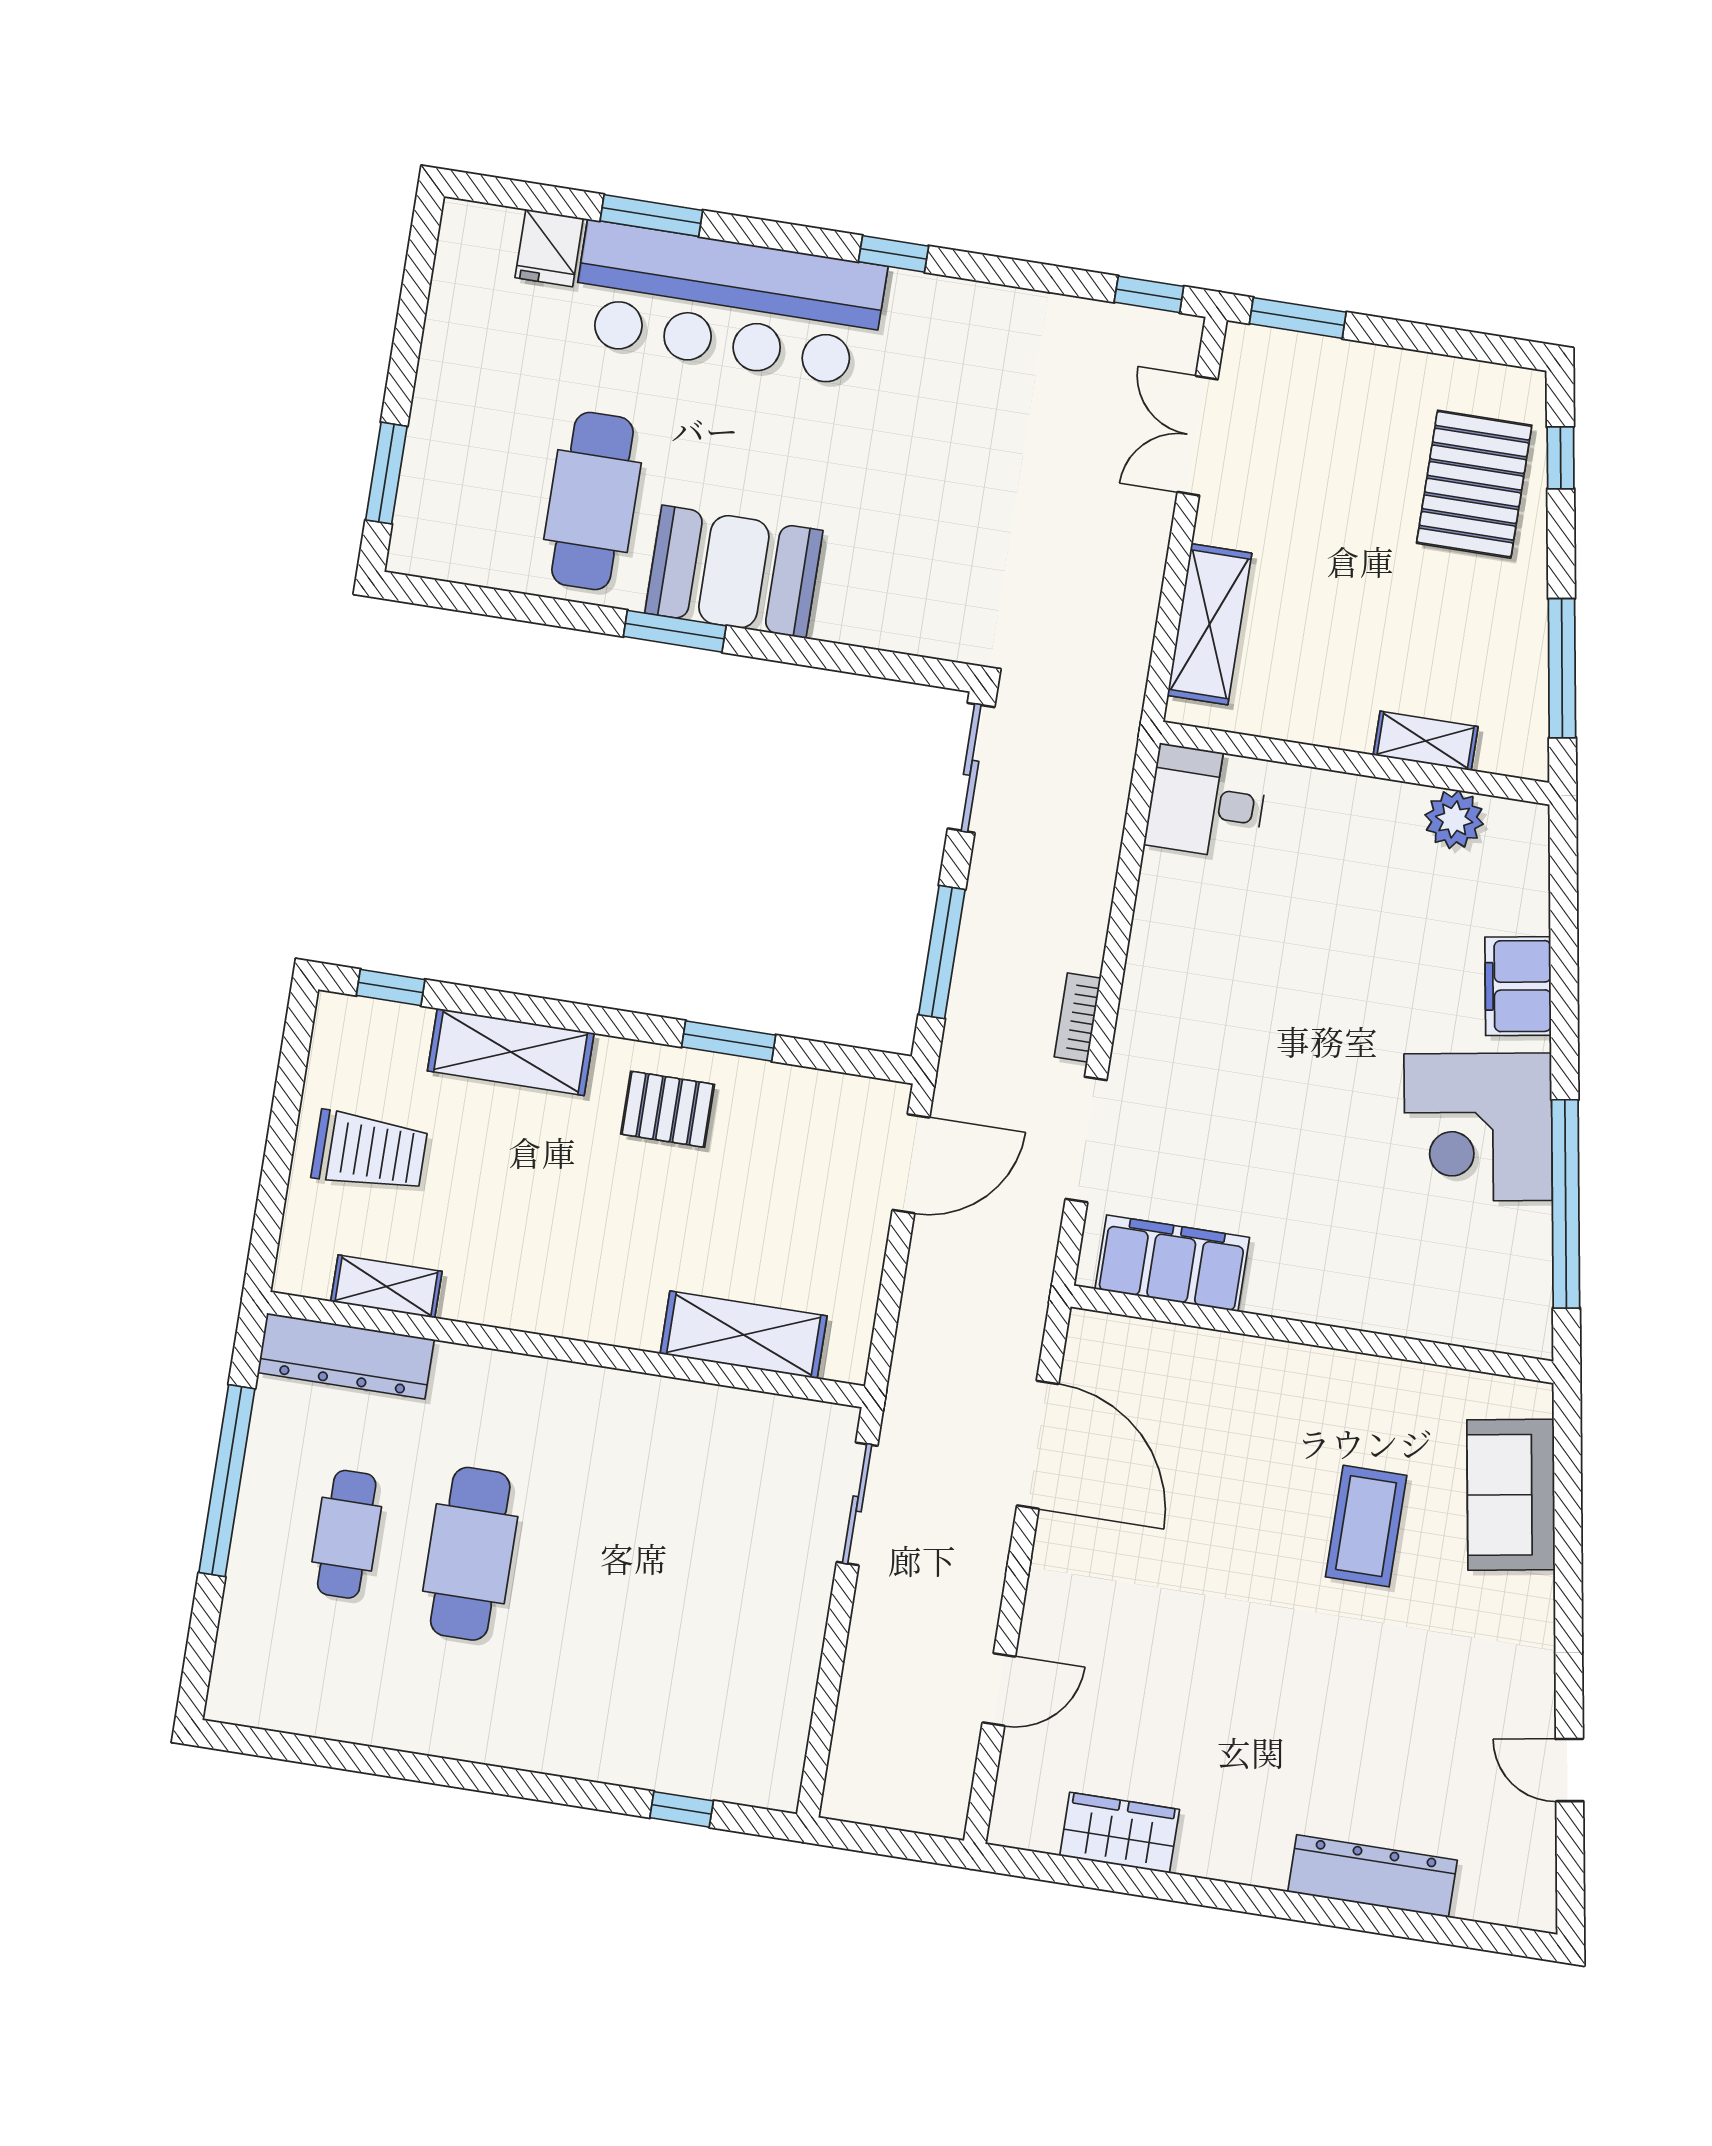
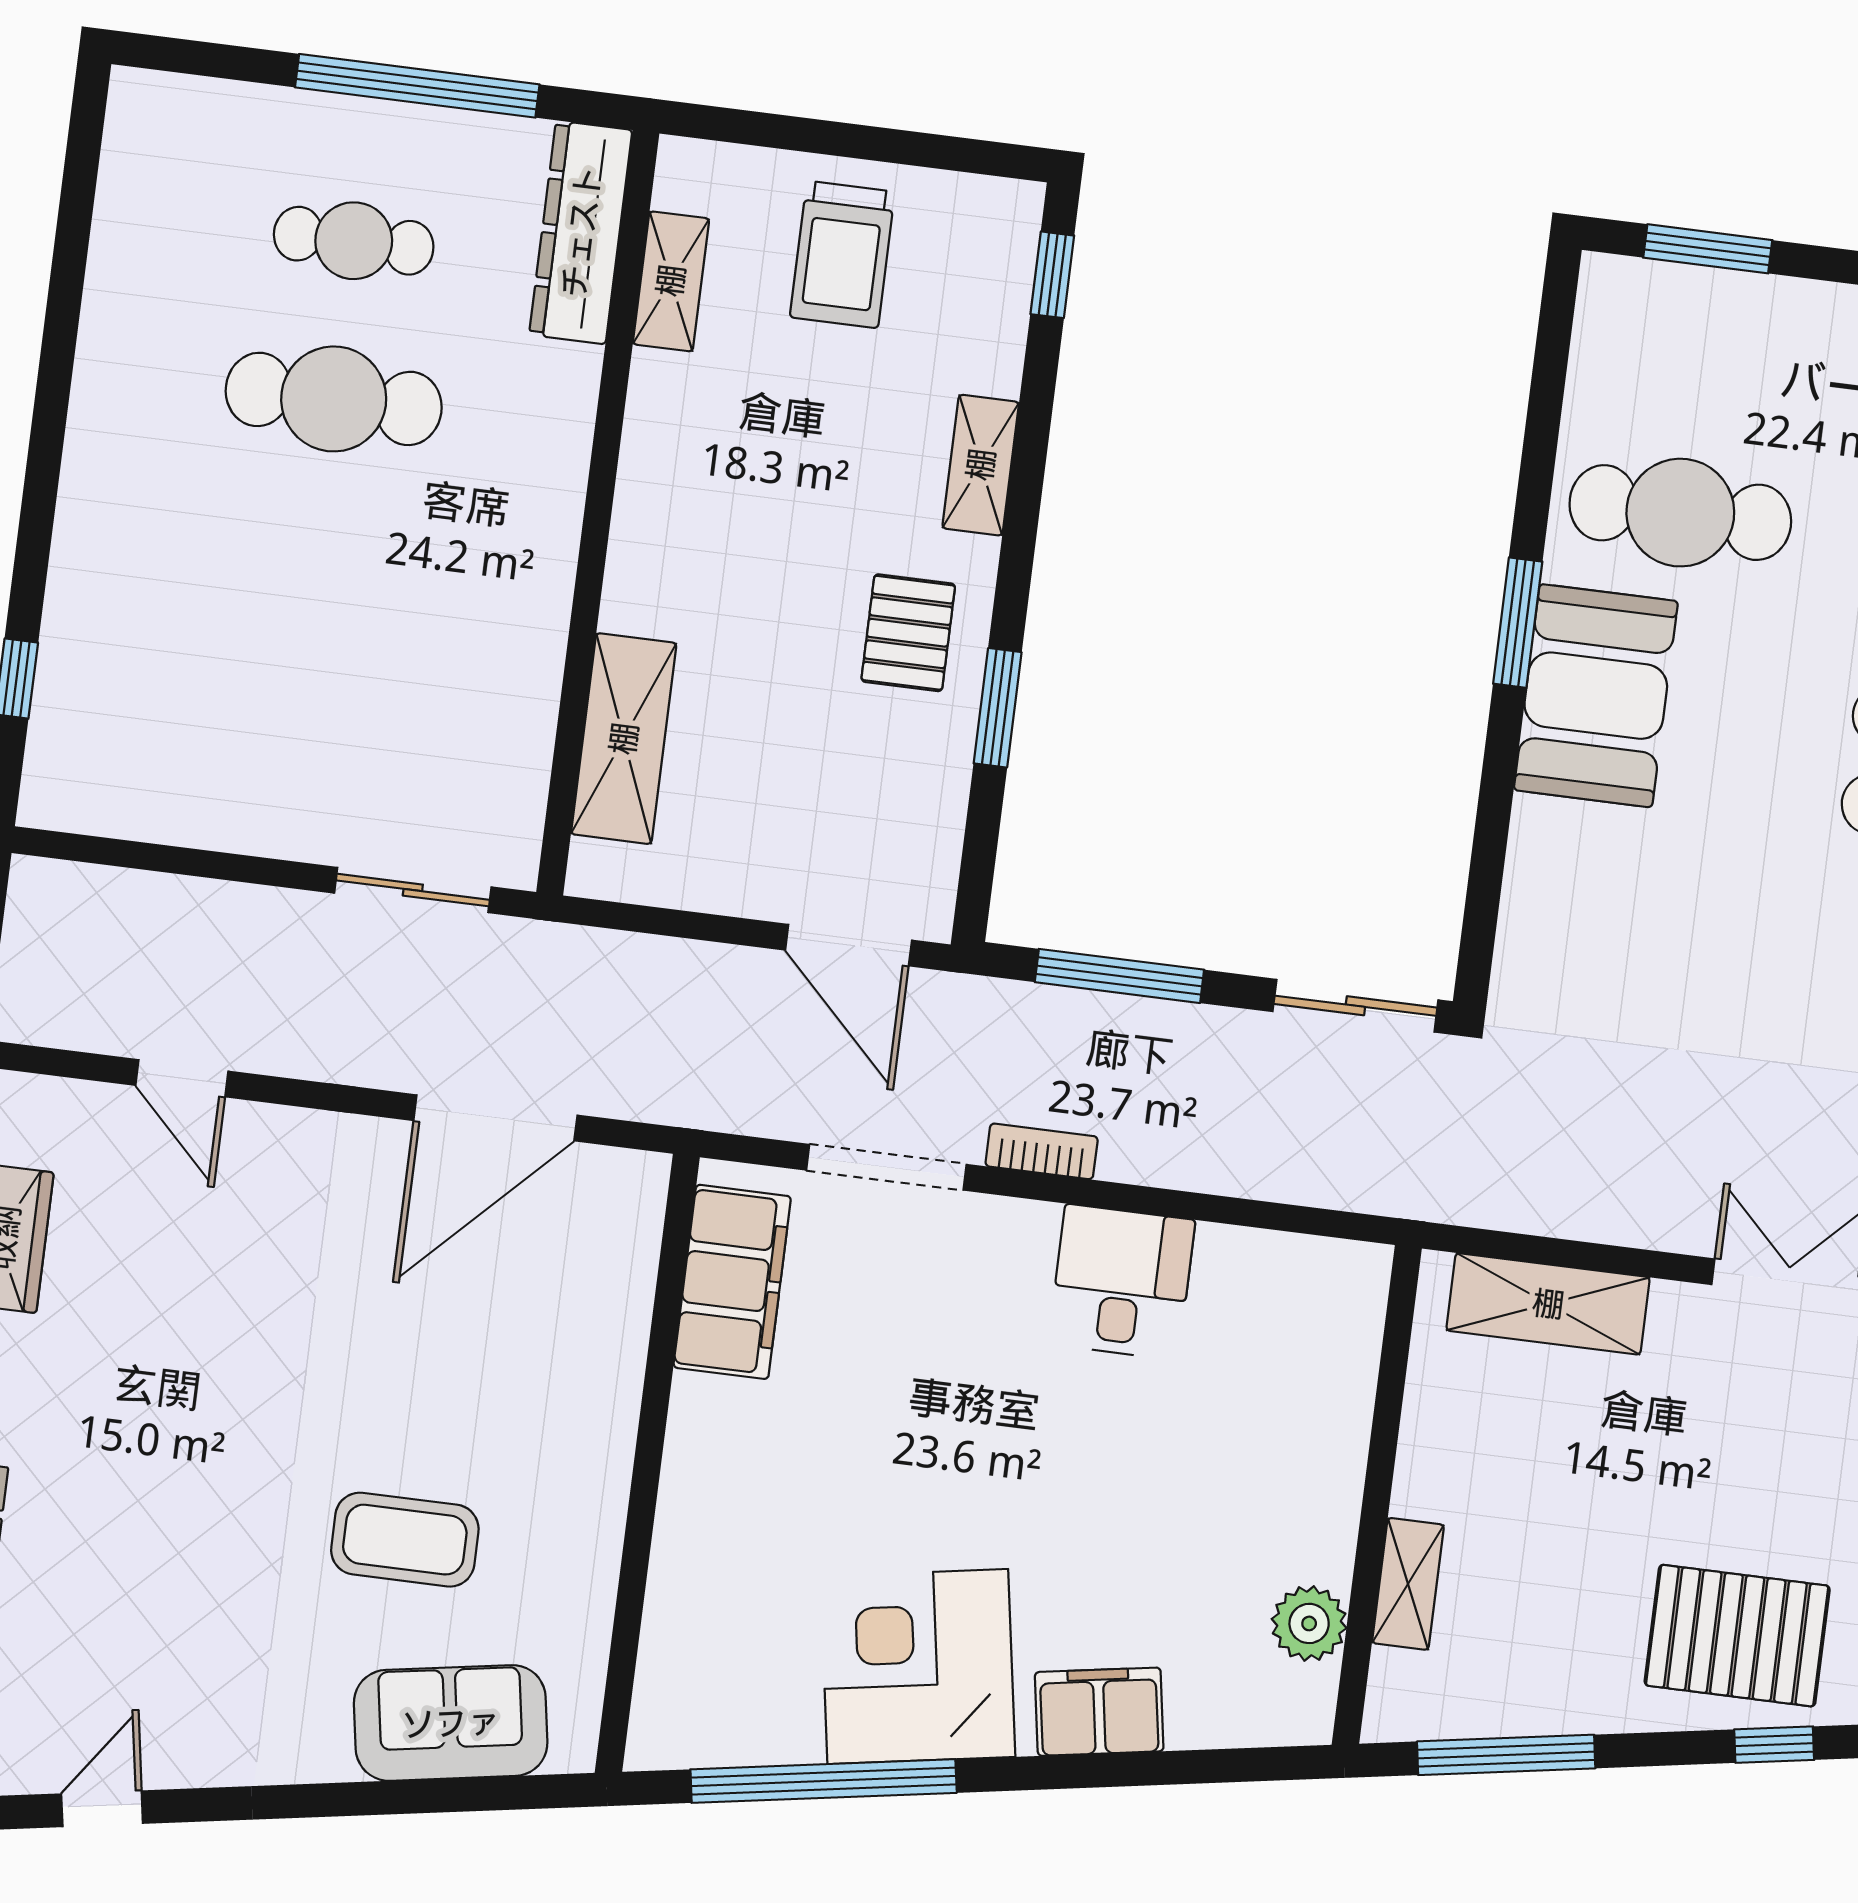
desk: (1206, 802) -> (1122, 1282), moved
shelving: (511, 1052) -> (981, 465), width x0.67, depth x0.75

